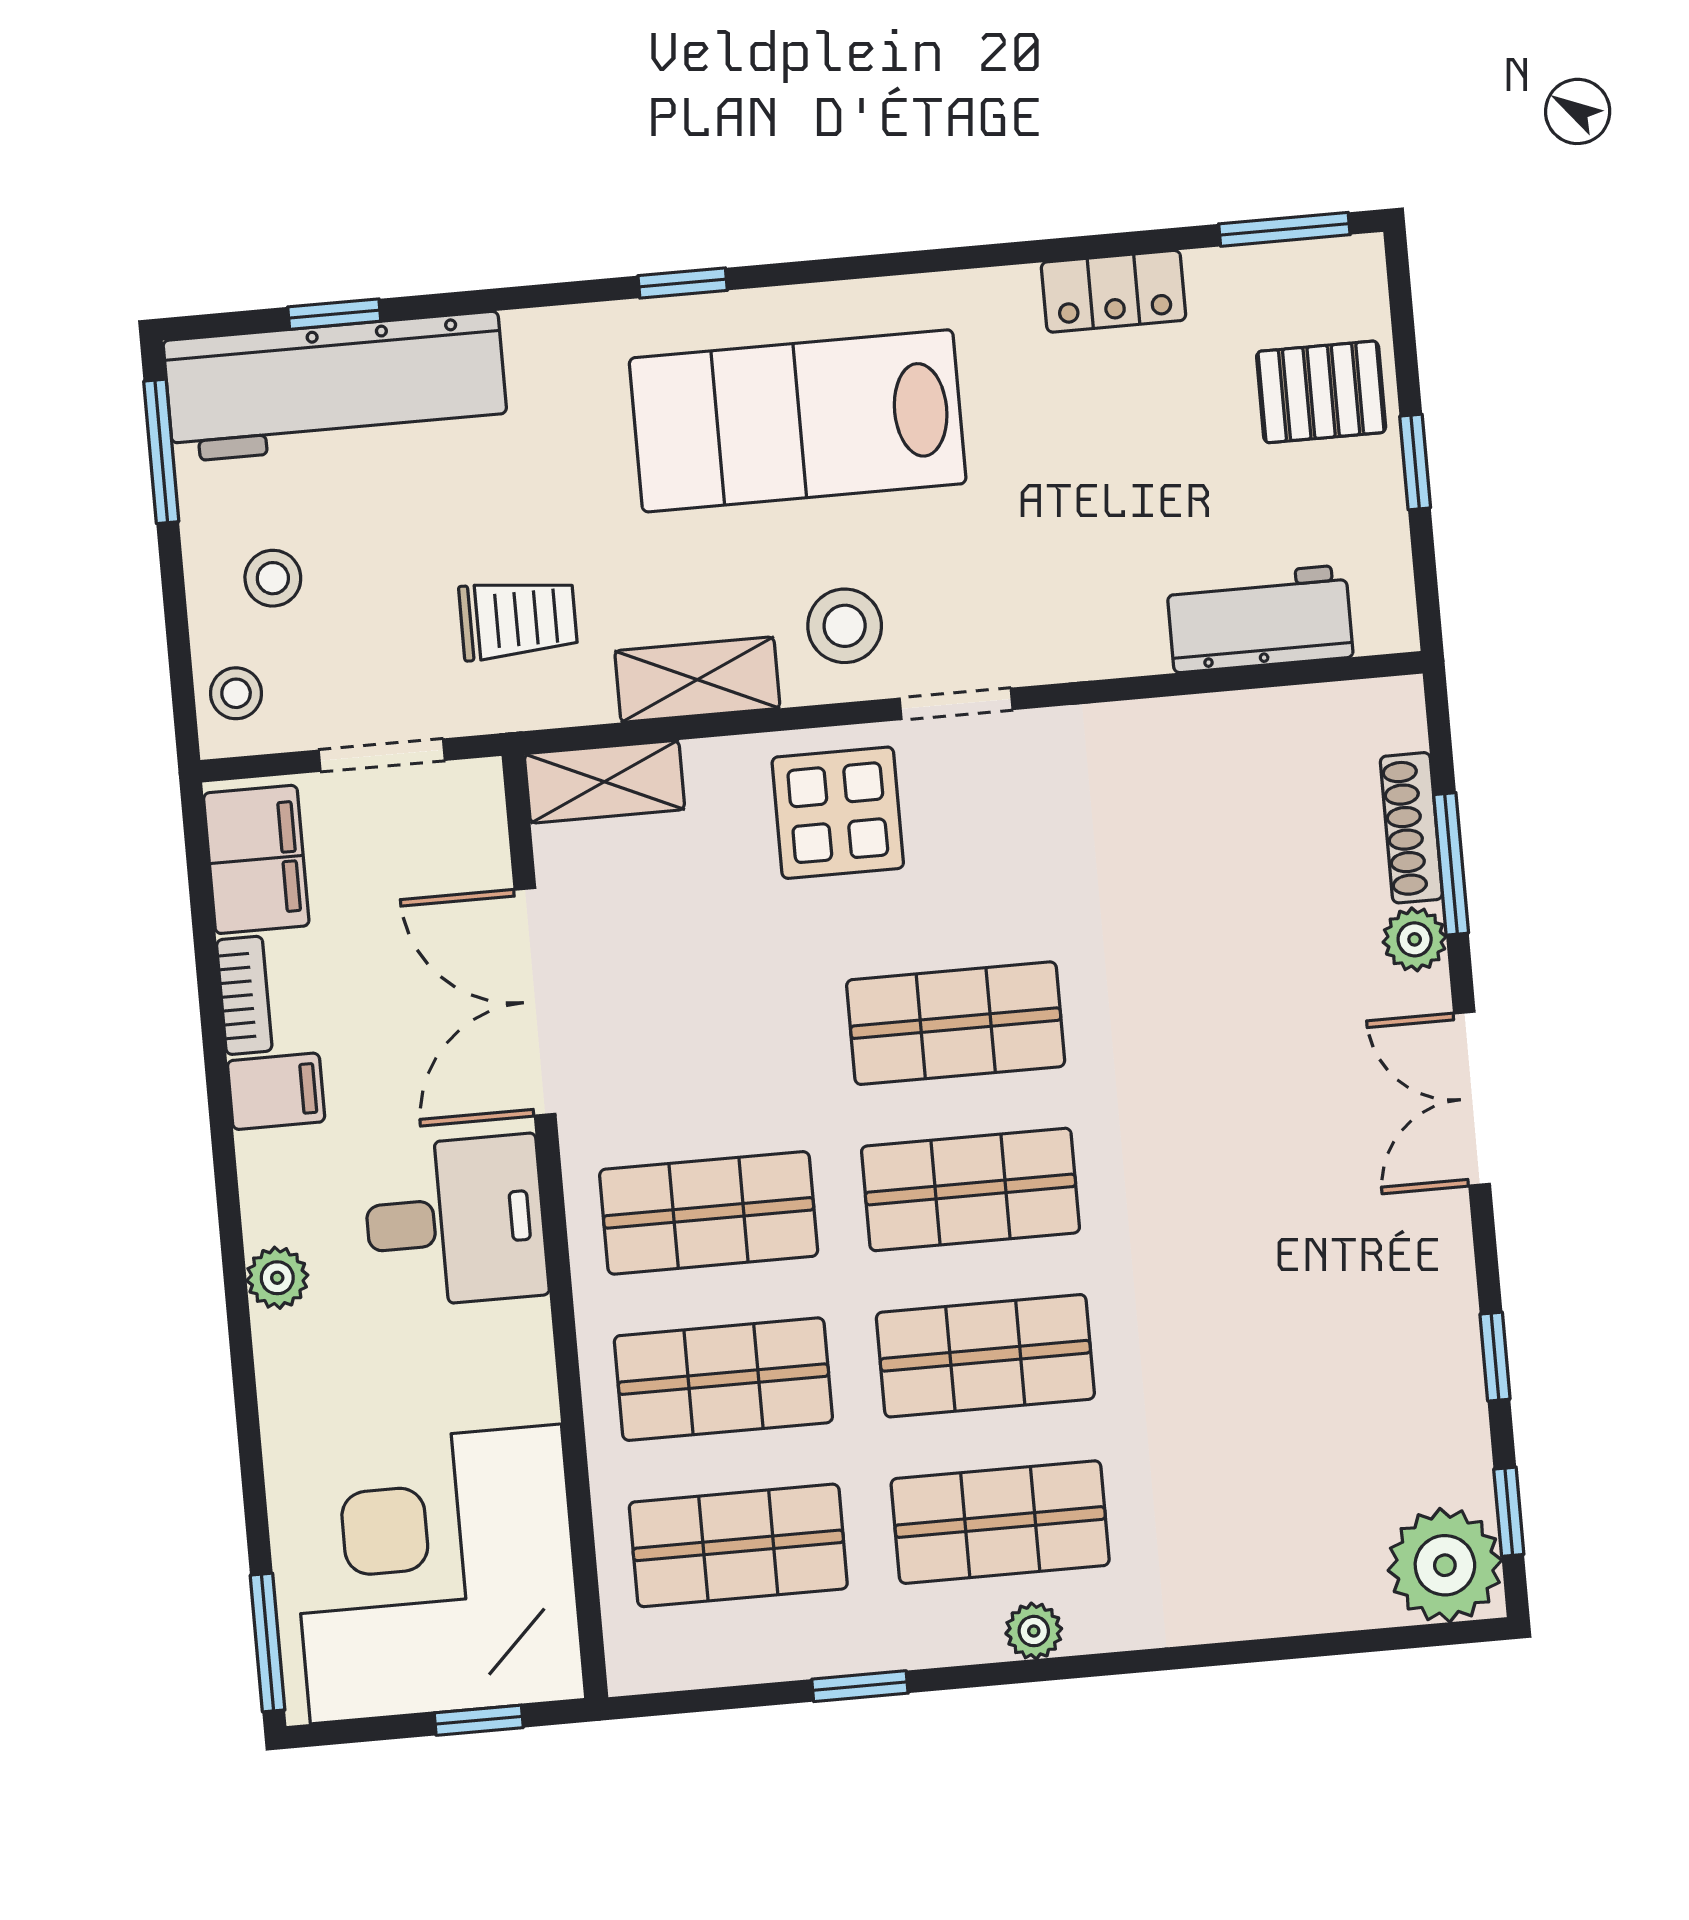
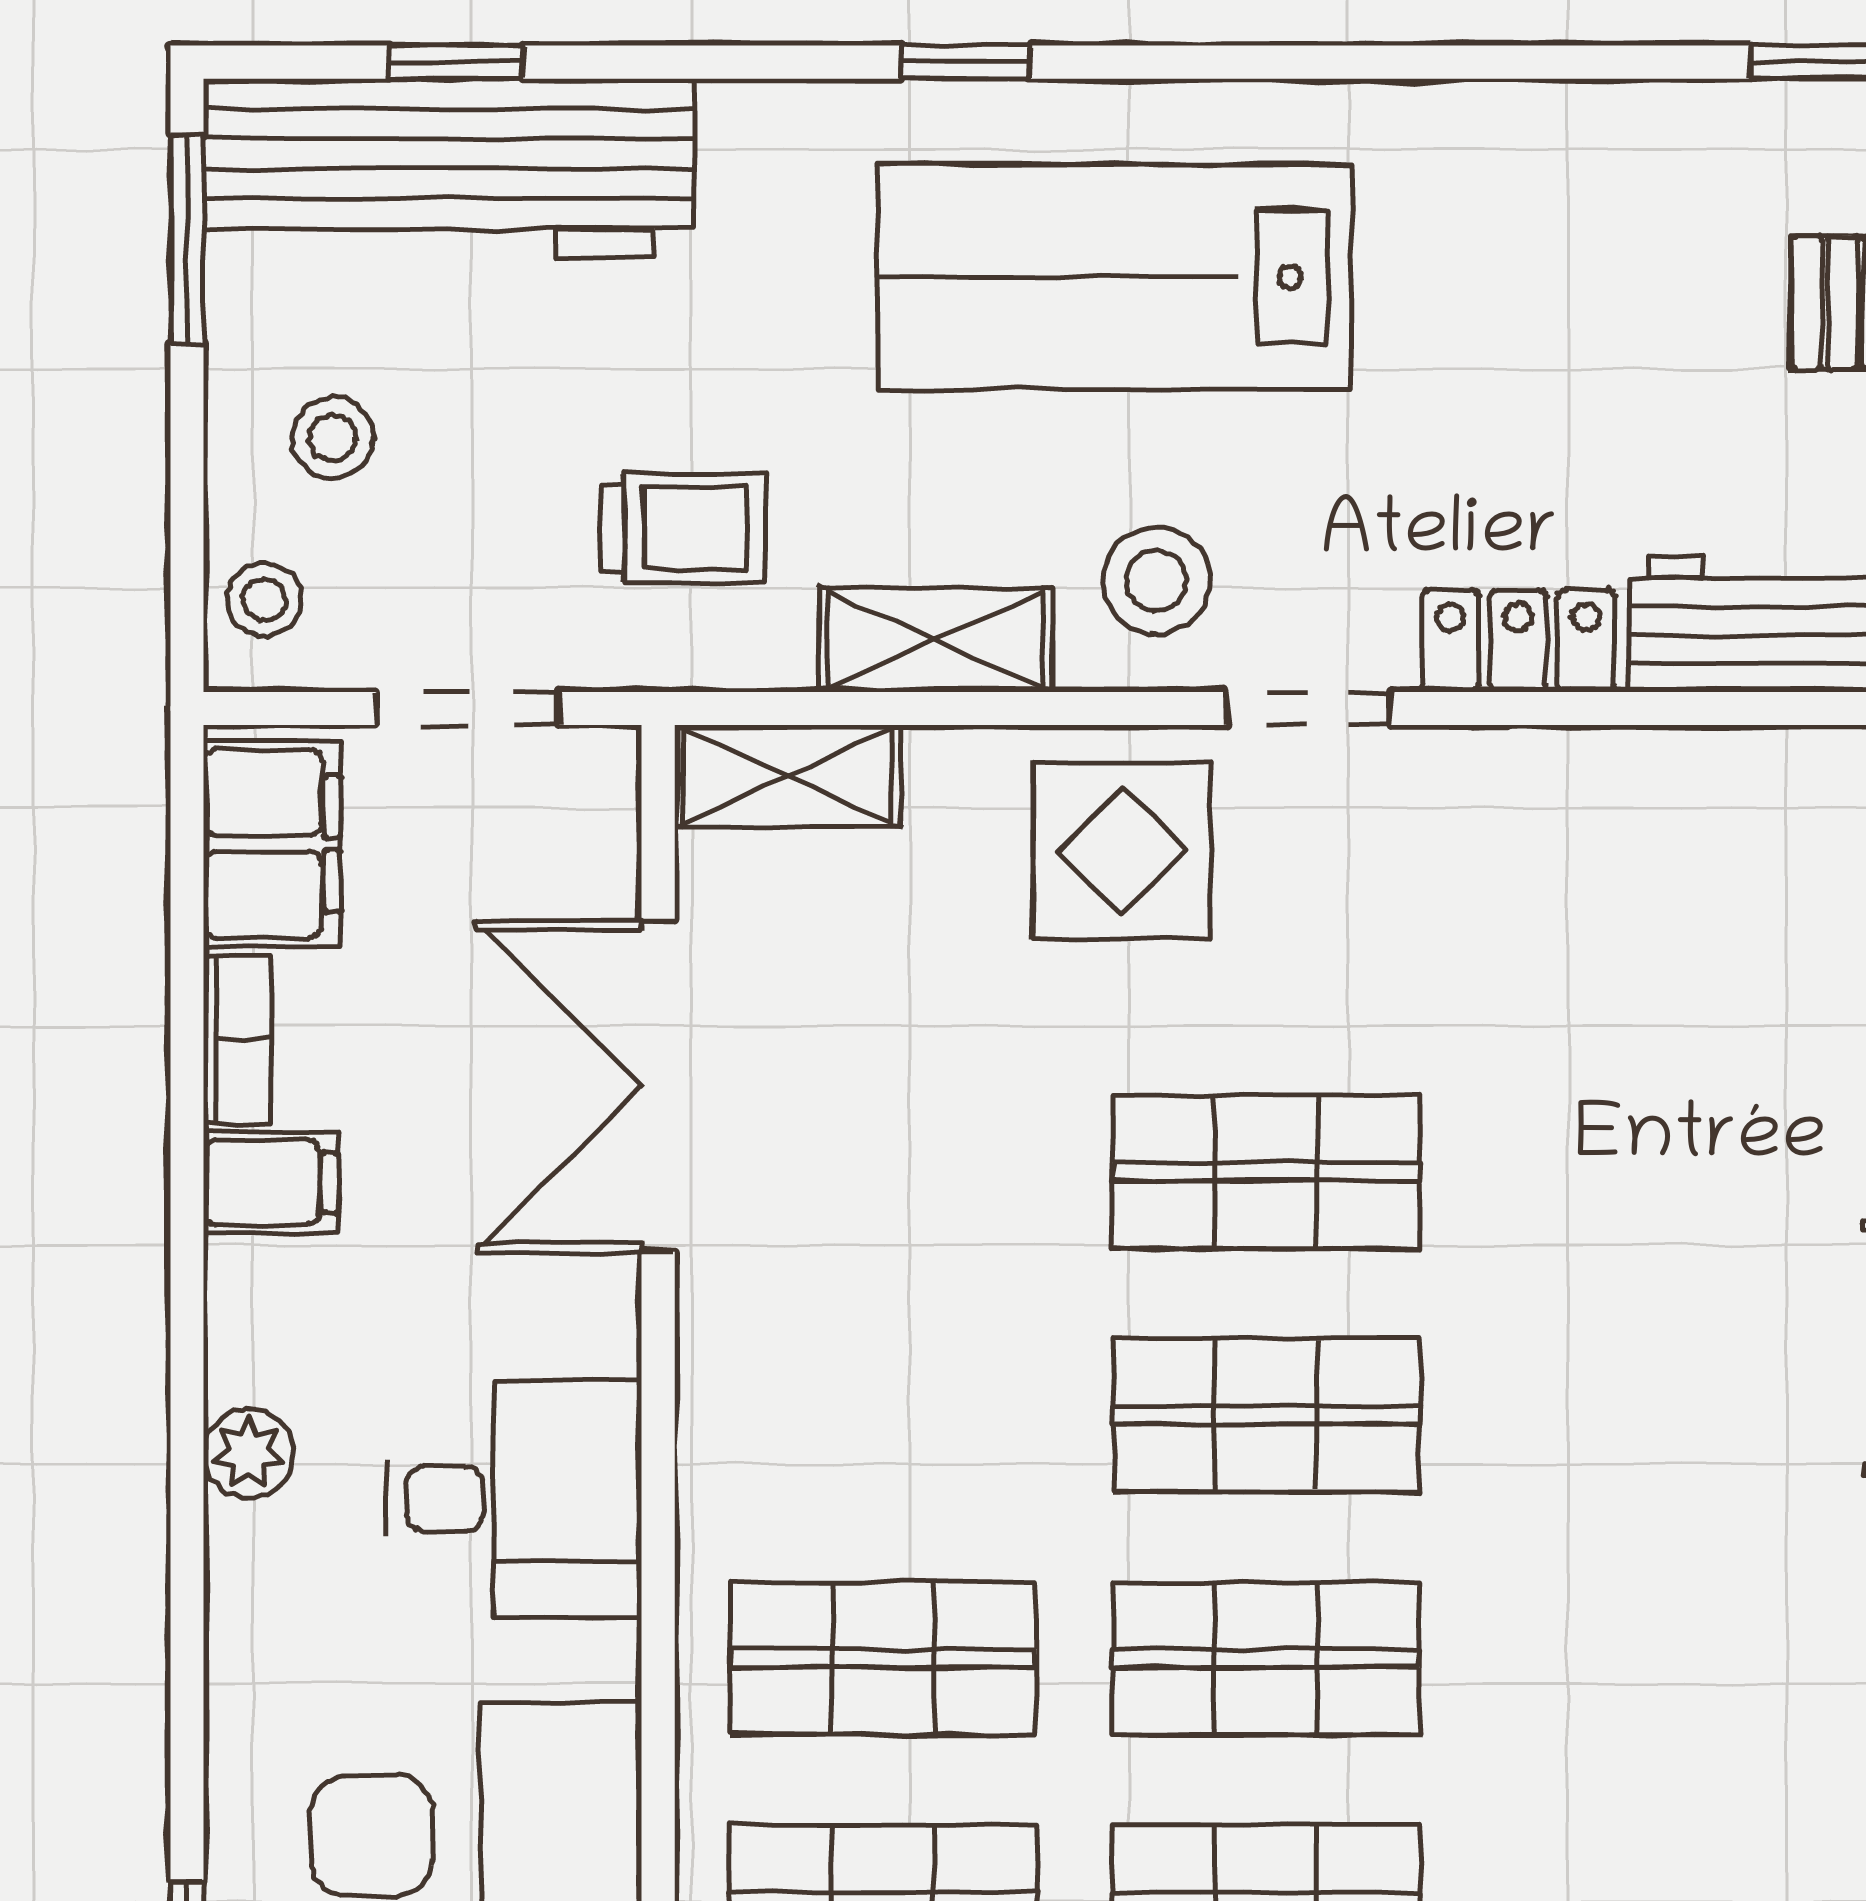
locker: (1114, 291) -> (1518, 641), moved, turned 180
shop shelf: (709, 1213) -> (883, 1415), removed
desk: (455, 1221) -> (514, 1499), moved

